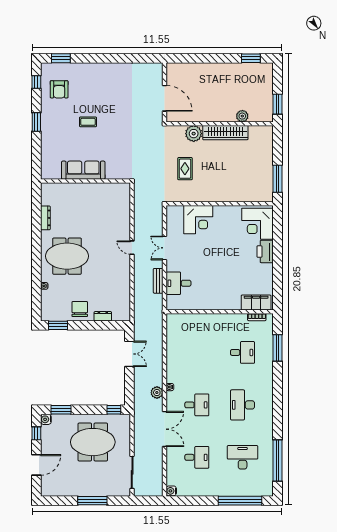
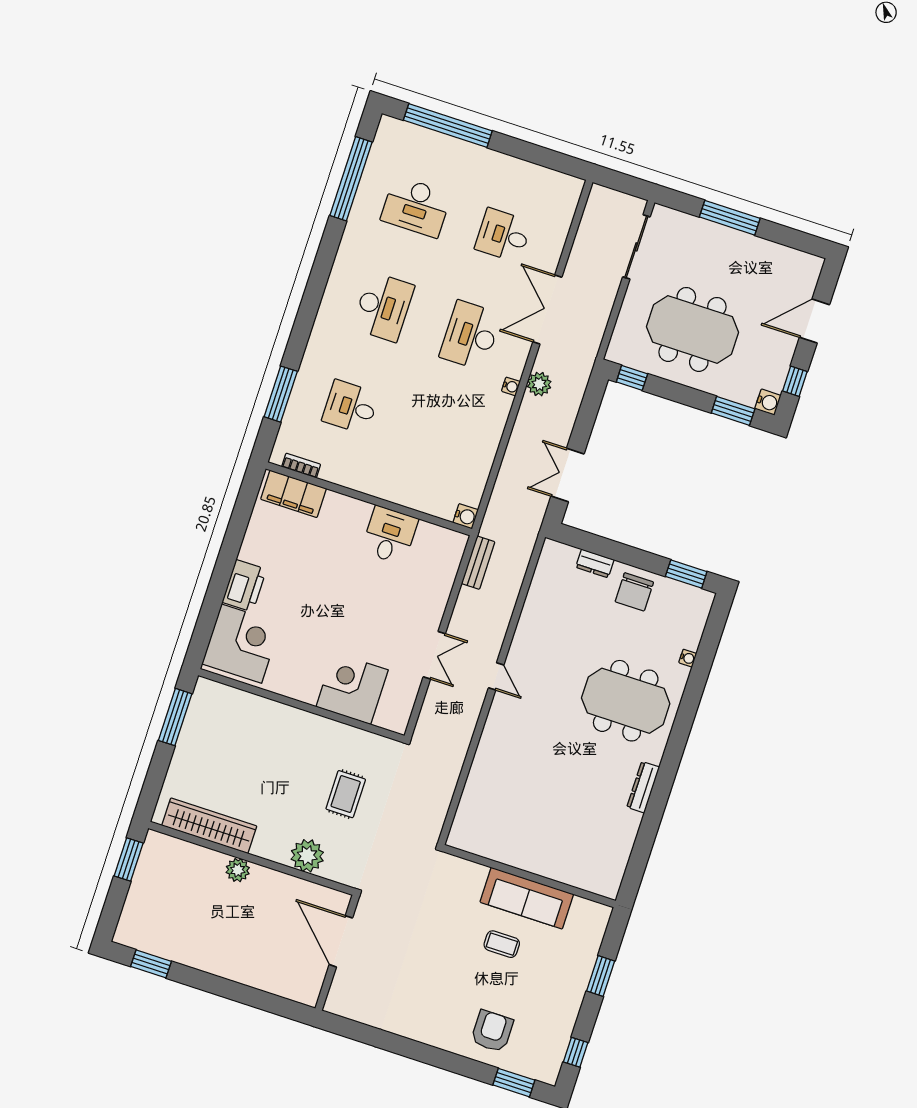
armchair: (59, 89) -> (492, 1031), moved
plant: (242, 116) -> (238, 870), moved
wardrobe: (225, 133) -> (209, 826), moved
sofa: (83, 170) -> (527, 898), moved
wall: (86, 181) -> (529, 876), moved
bench: (158, 281) -> (478, 563), moved
desk: (178, 283) -> (390, 535), moved, turned -90
desk: (197, 405) -> (471, 335), width x1.37
water cooler: (171, 491) -> (466, 516), moved

